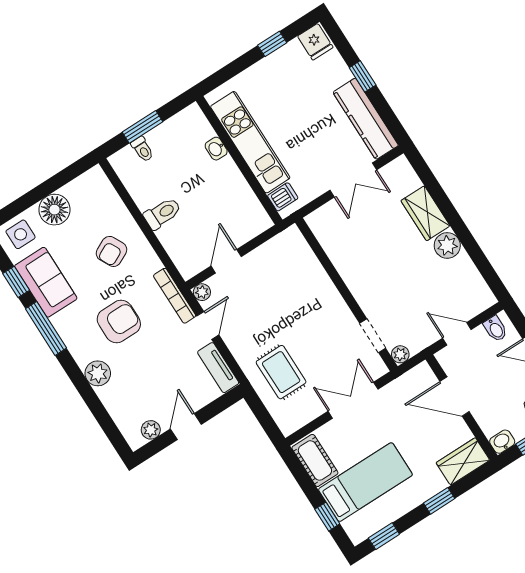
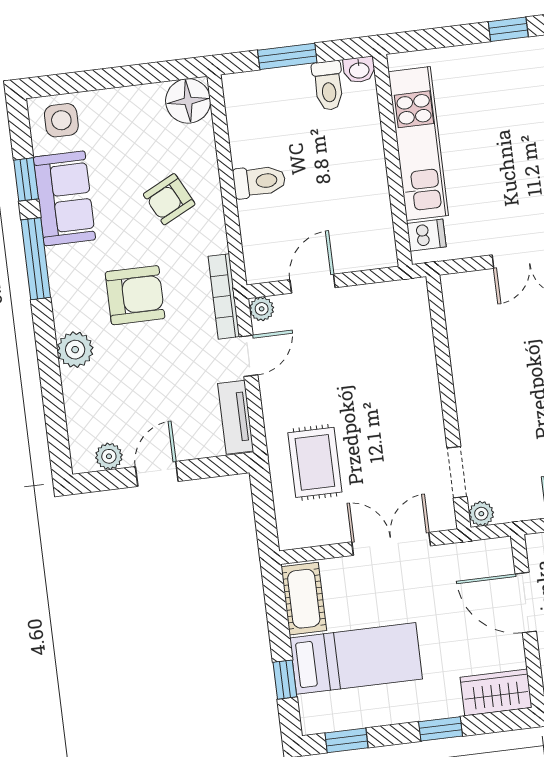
toilet: (142, 149) -> (328, 86), moved, width x1.37, depth x1.39
washbasin: (216, 149) -> (359, 70), moved, turned -90
floor lamp: (54, 210) -> (188, 101), moved

